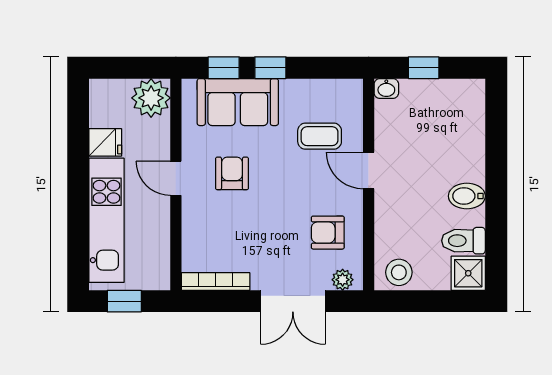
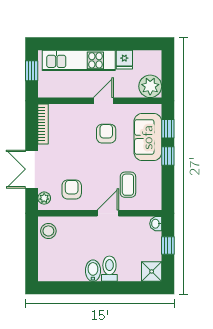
armchair: (232, 173) -> (106, 134), turned -90
toilet: (463, 241) -> (109, 269), moved
shower: (468, 273) -> (152, 271), moved

